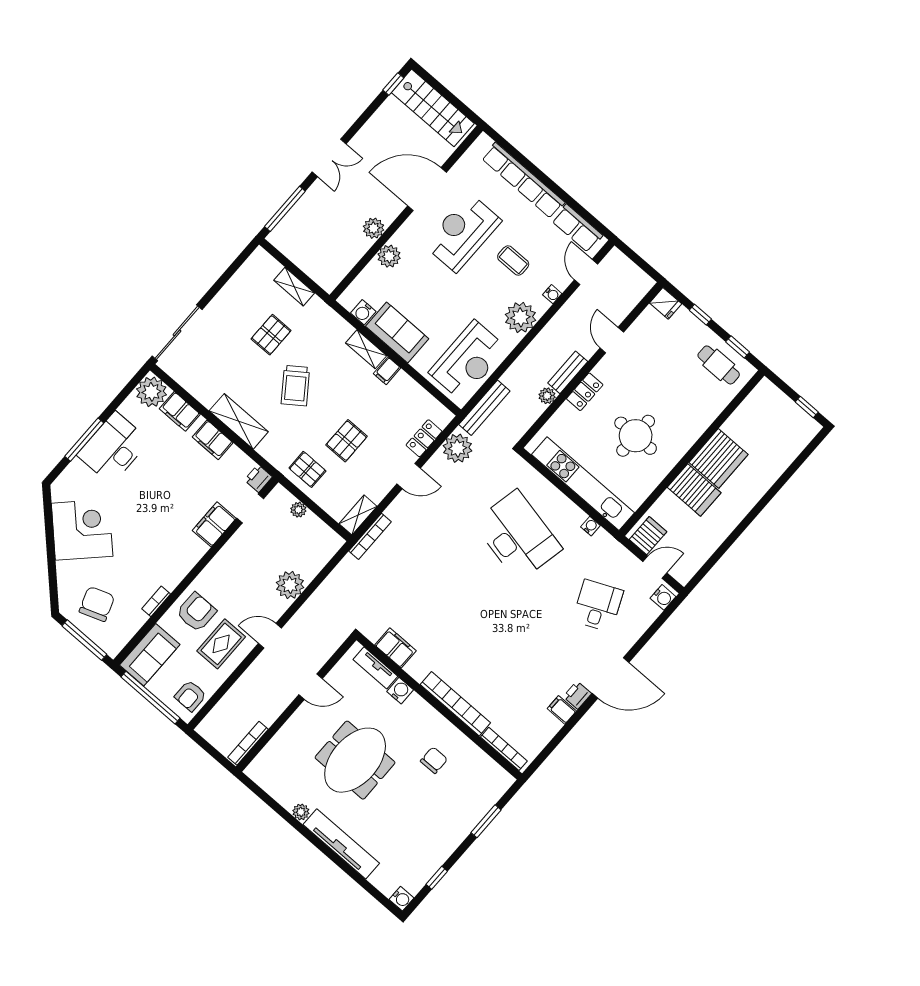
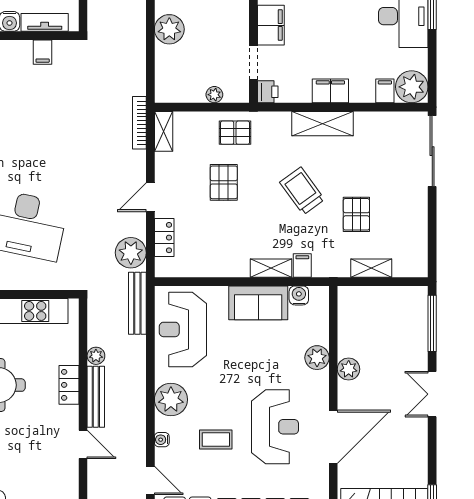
filing cabinet: (387, 371) -> (302, 266), moved
bench: (568, 372) -> (96, 397), width x1.36
filing cabinet: (180, 411) -> (385, 91), width x0.50
filing cabinet: (395, 648) -> (43, 52), width x0.50

